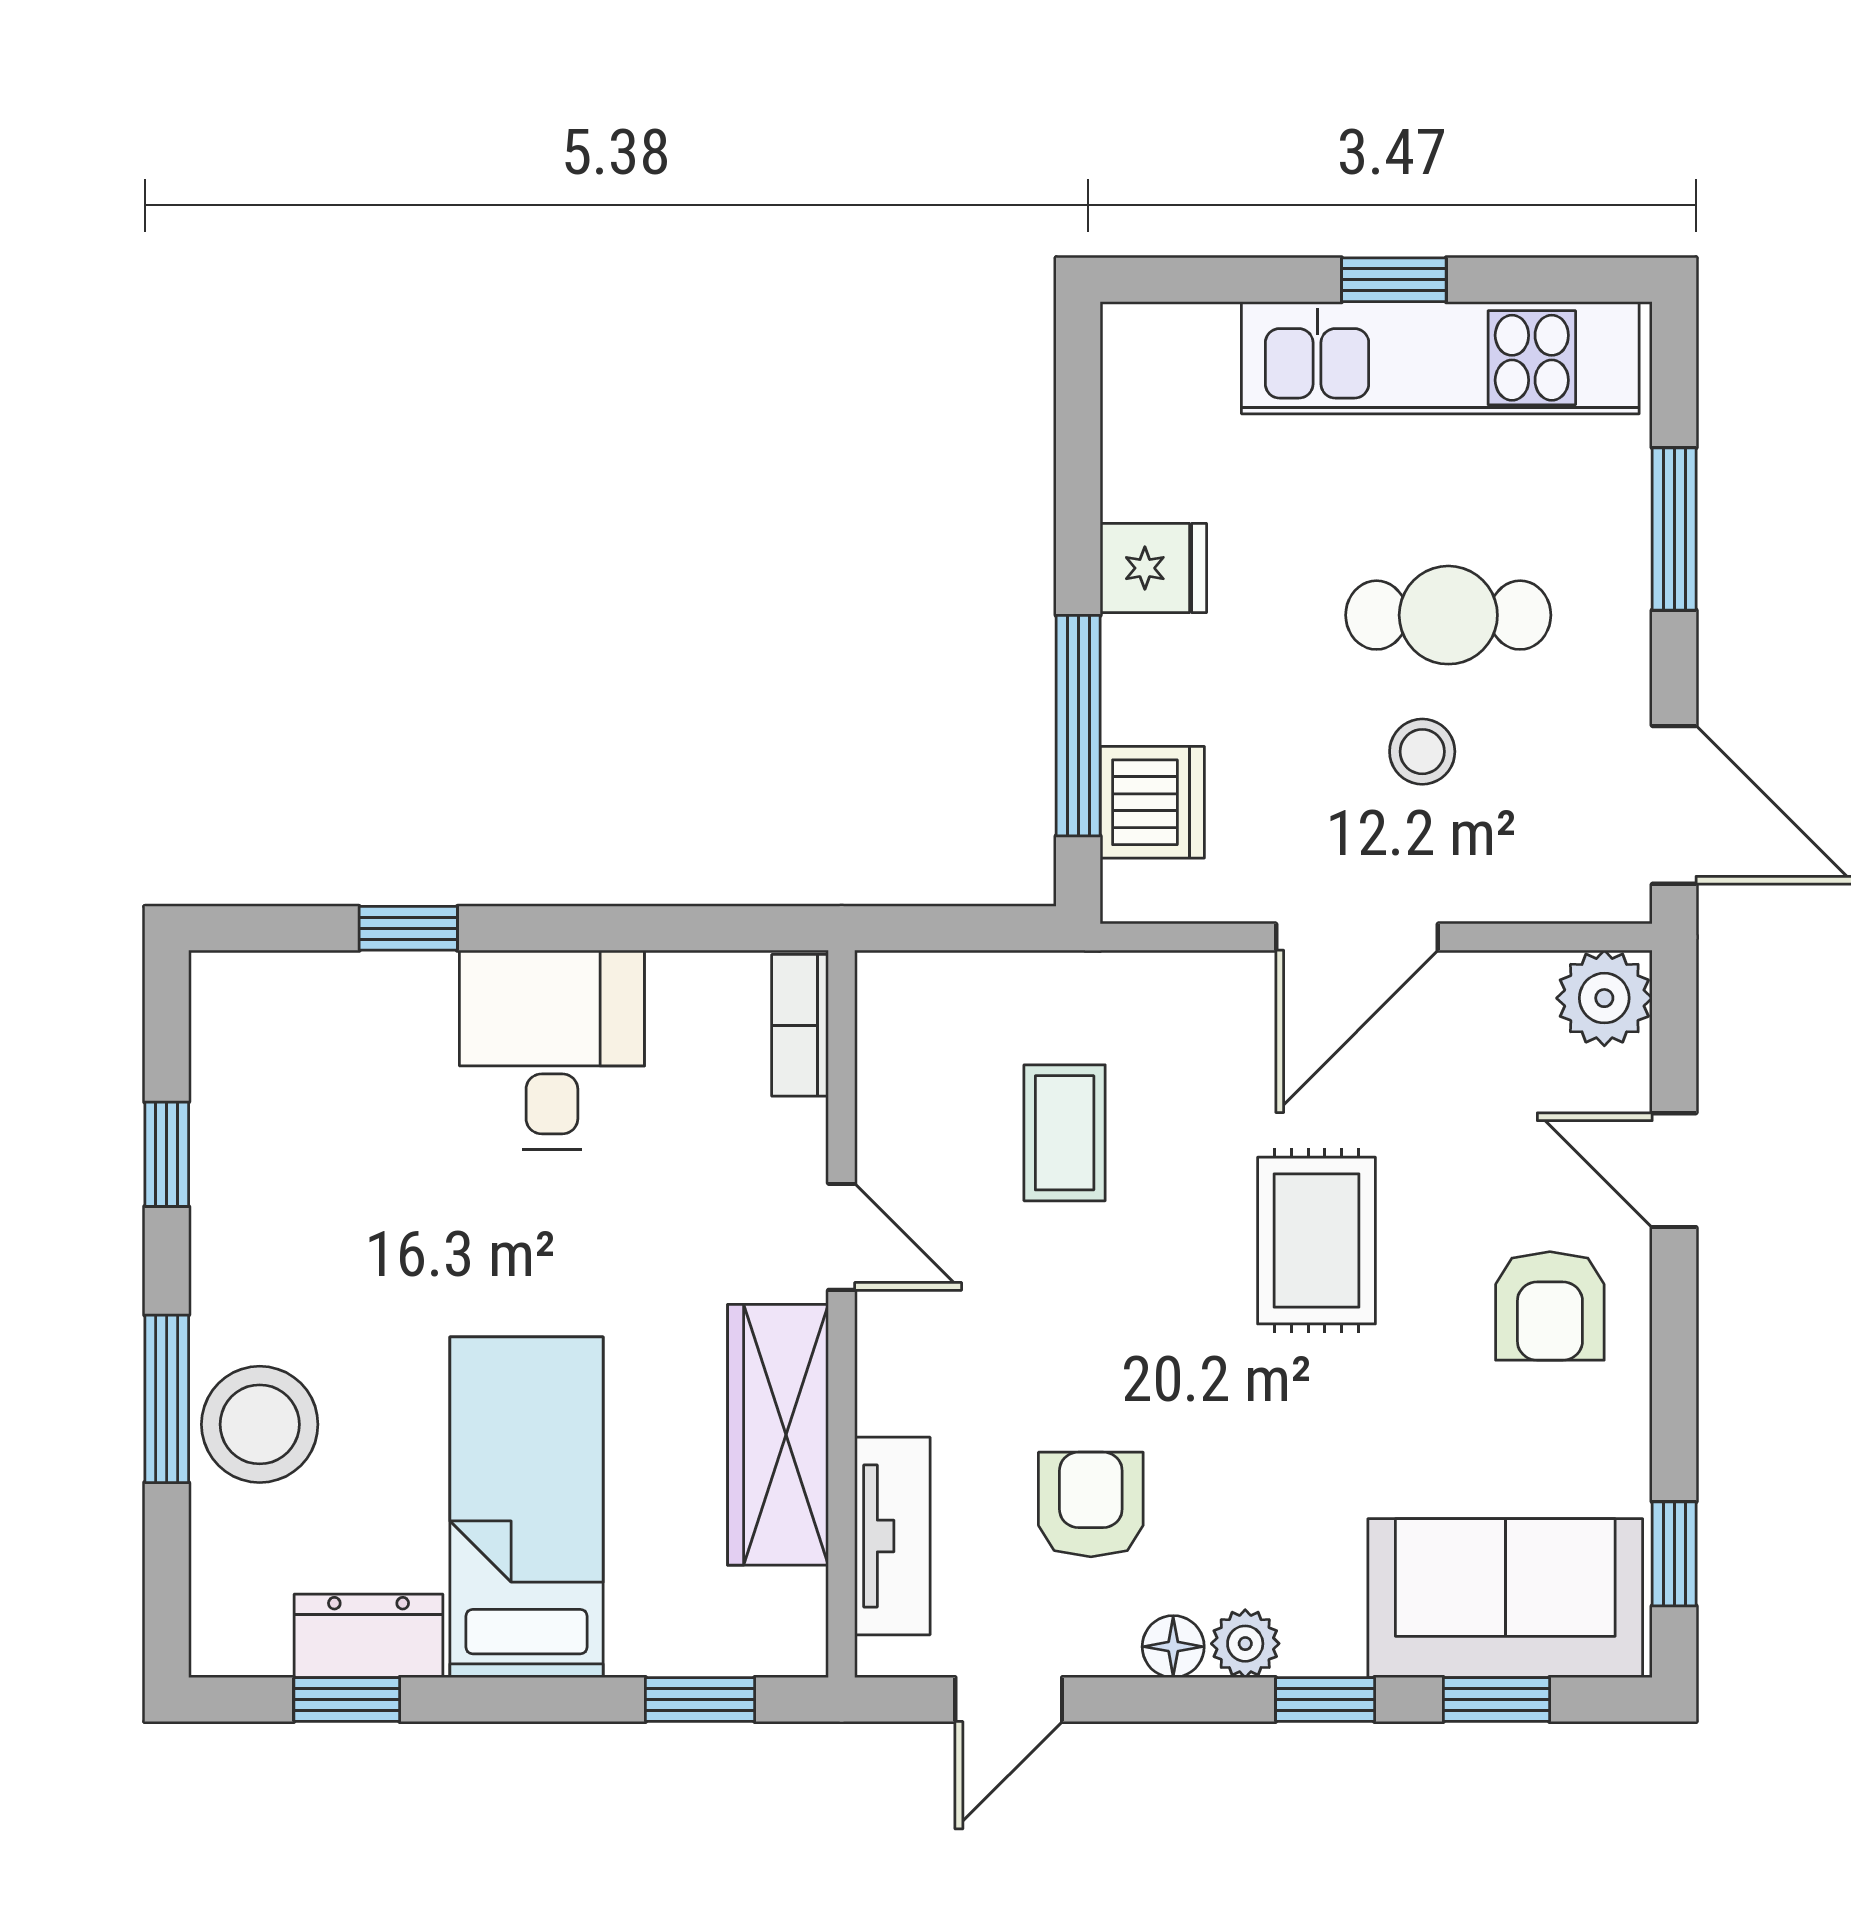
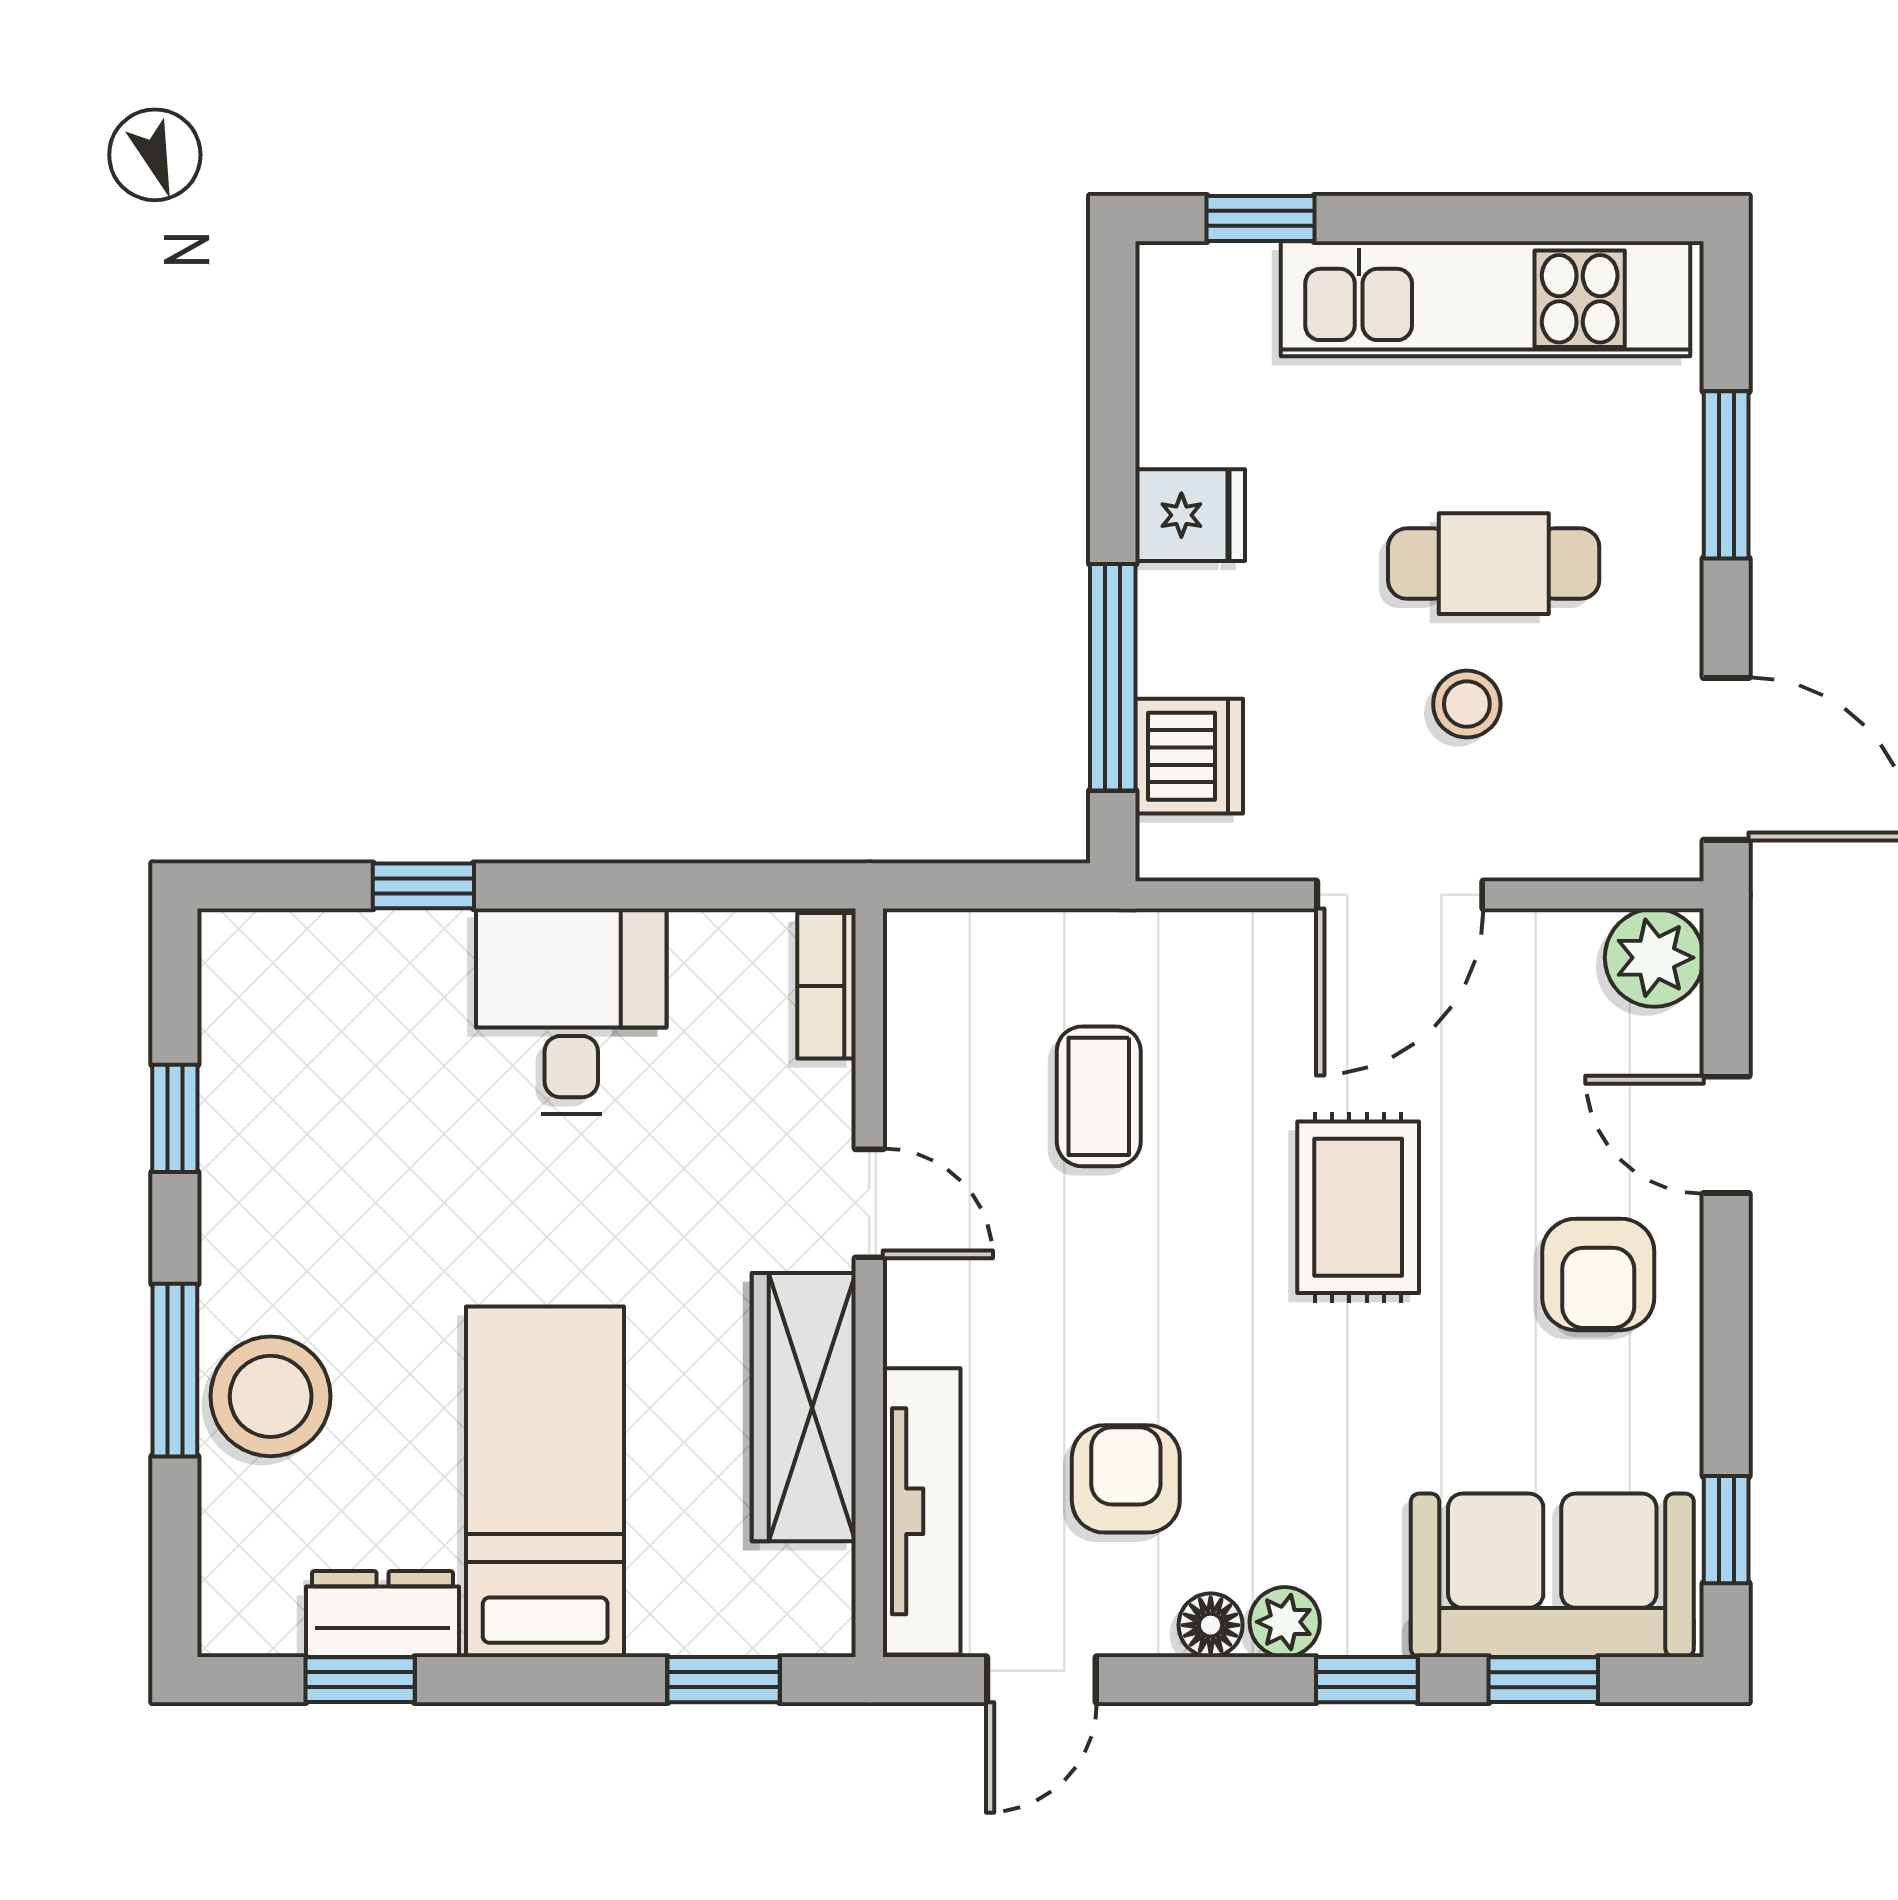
window: (1394, 280) -> (1260, 218), moved
tv unit: (892, 1536) -> (922, 1511), width x1.41

